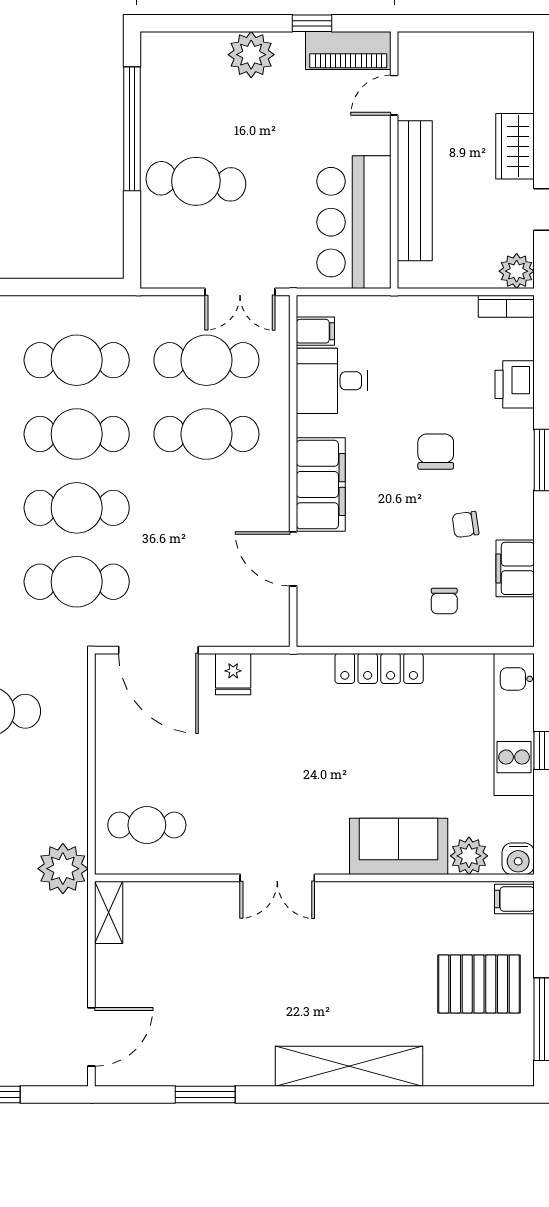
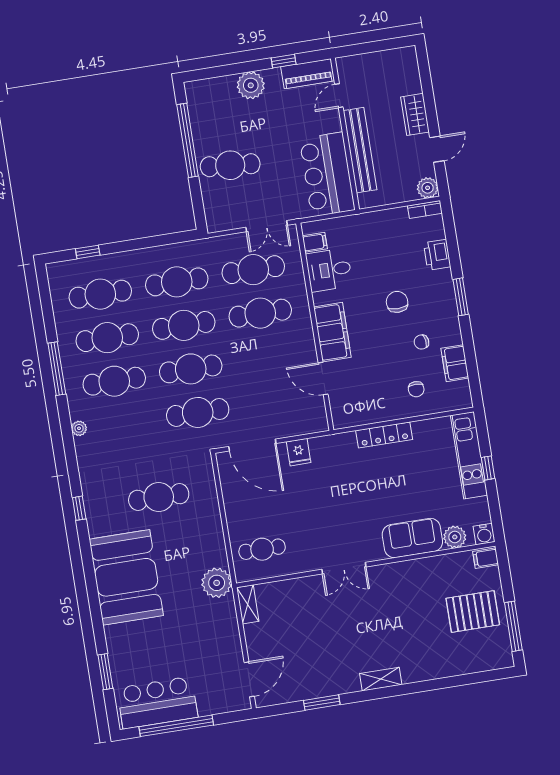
shelving: (349, 1066) -> (381, 679), width x0.45, depth x0.75

